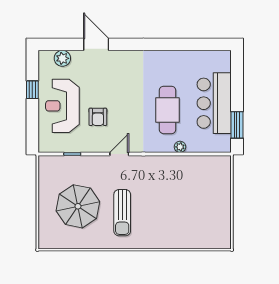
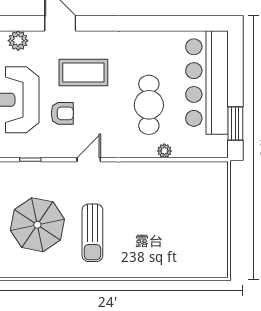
coffee table: (115, 84) -> (83, 72), added
bar counter: (214, 103) -> (207, 83), width x1.36
armchair: (98, 117) -> (62, 113), turned -90

